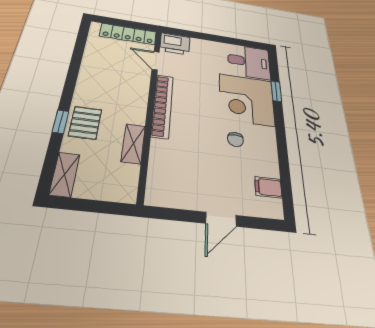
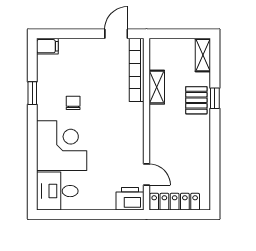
window: (276, 91) -> (32, 93), moved
bookcase: (162, 106) -> (137, 70), moved
filing cabinet: (268, 187) -> (47, 46), moved
door: (221, 219) -> (116, 34), moved

